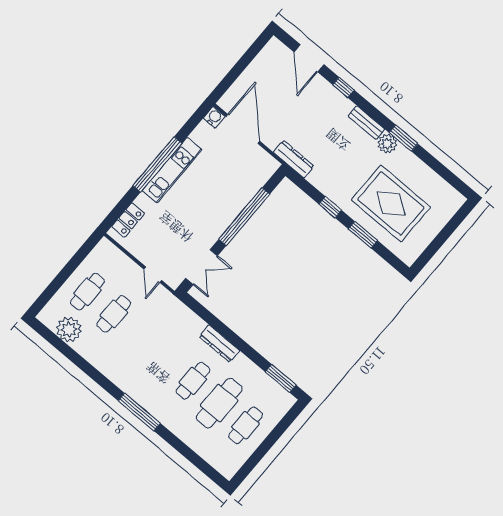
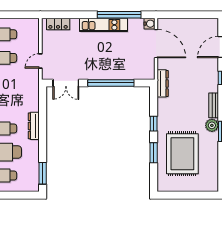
door: (243, 129) -> (156, 44), hinge flipped
window: (157, 164) -> (119, 15), moved

